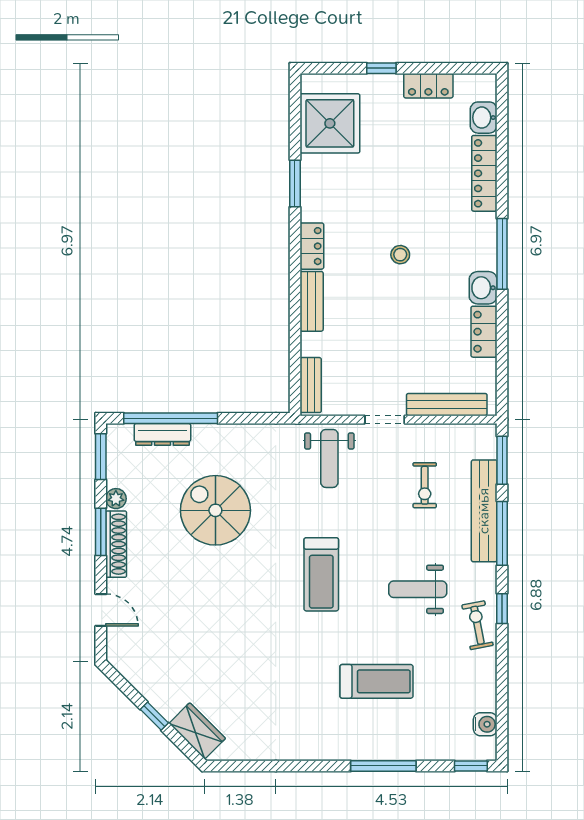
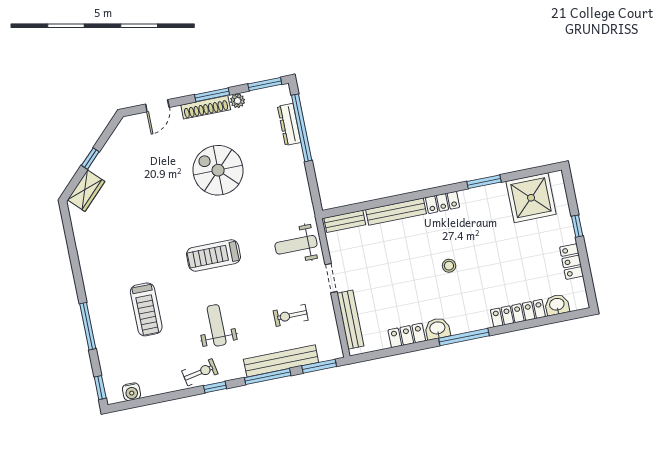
bench: (312, 301) -> (396, 212), width x1.36
spiral stairs: (215, 510) -> (218, 170), moved, turned -90

